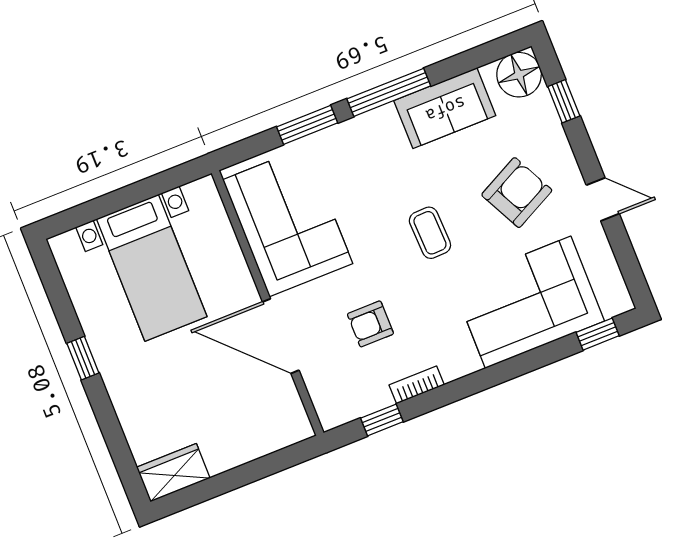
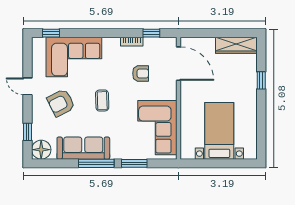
sofa: (445, 108) -> (83, 148), width x1.36
door: (281, 336) -> (178, 64), moved
window: (83, 358) -> (261, 80), moved
wardrobe: (173, 473) -> (236, 45), width x1.50

